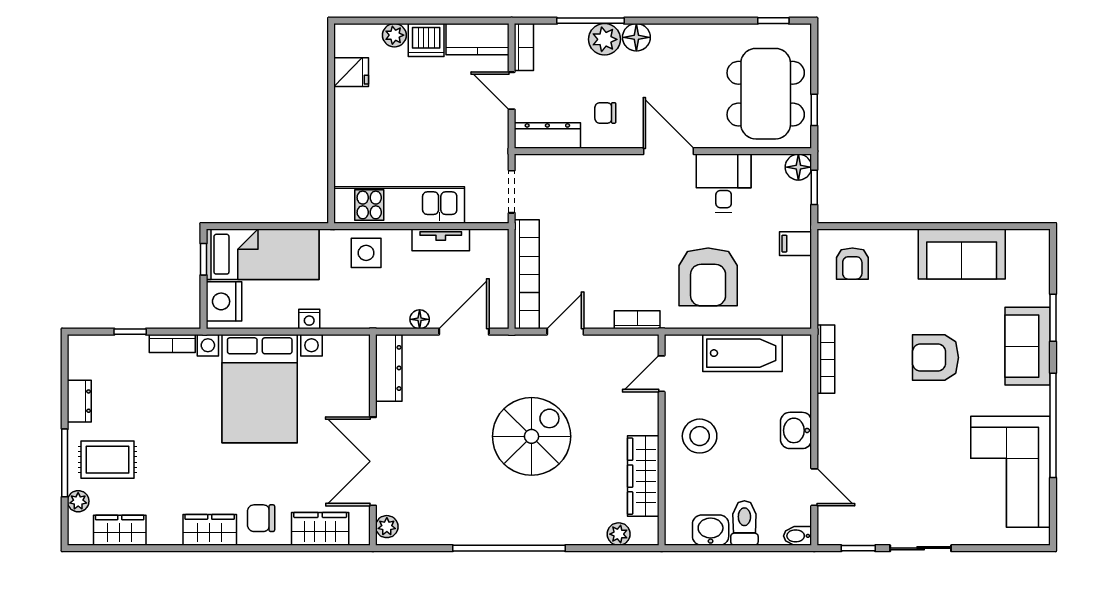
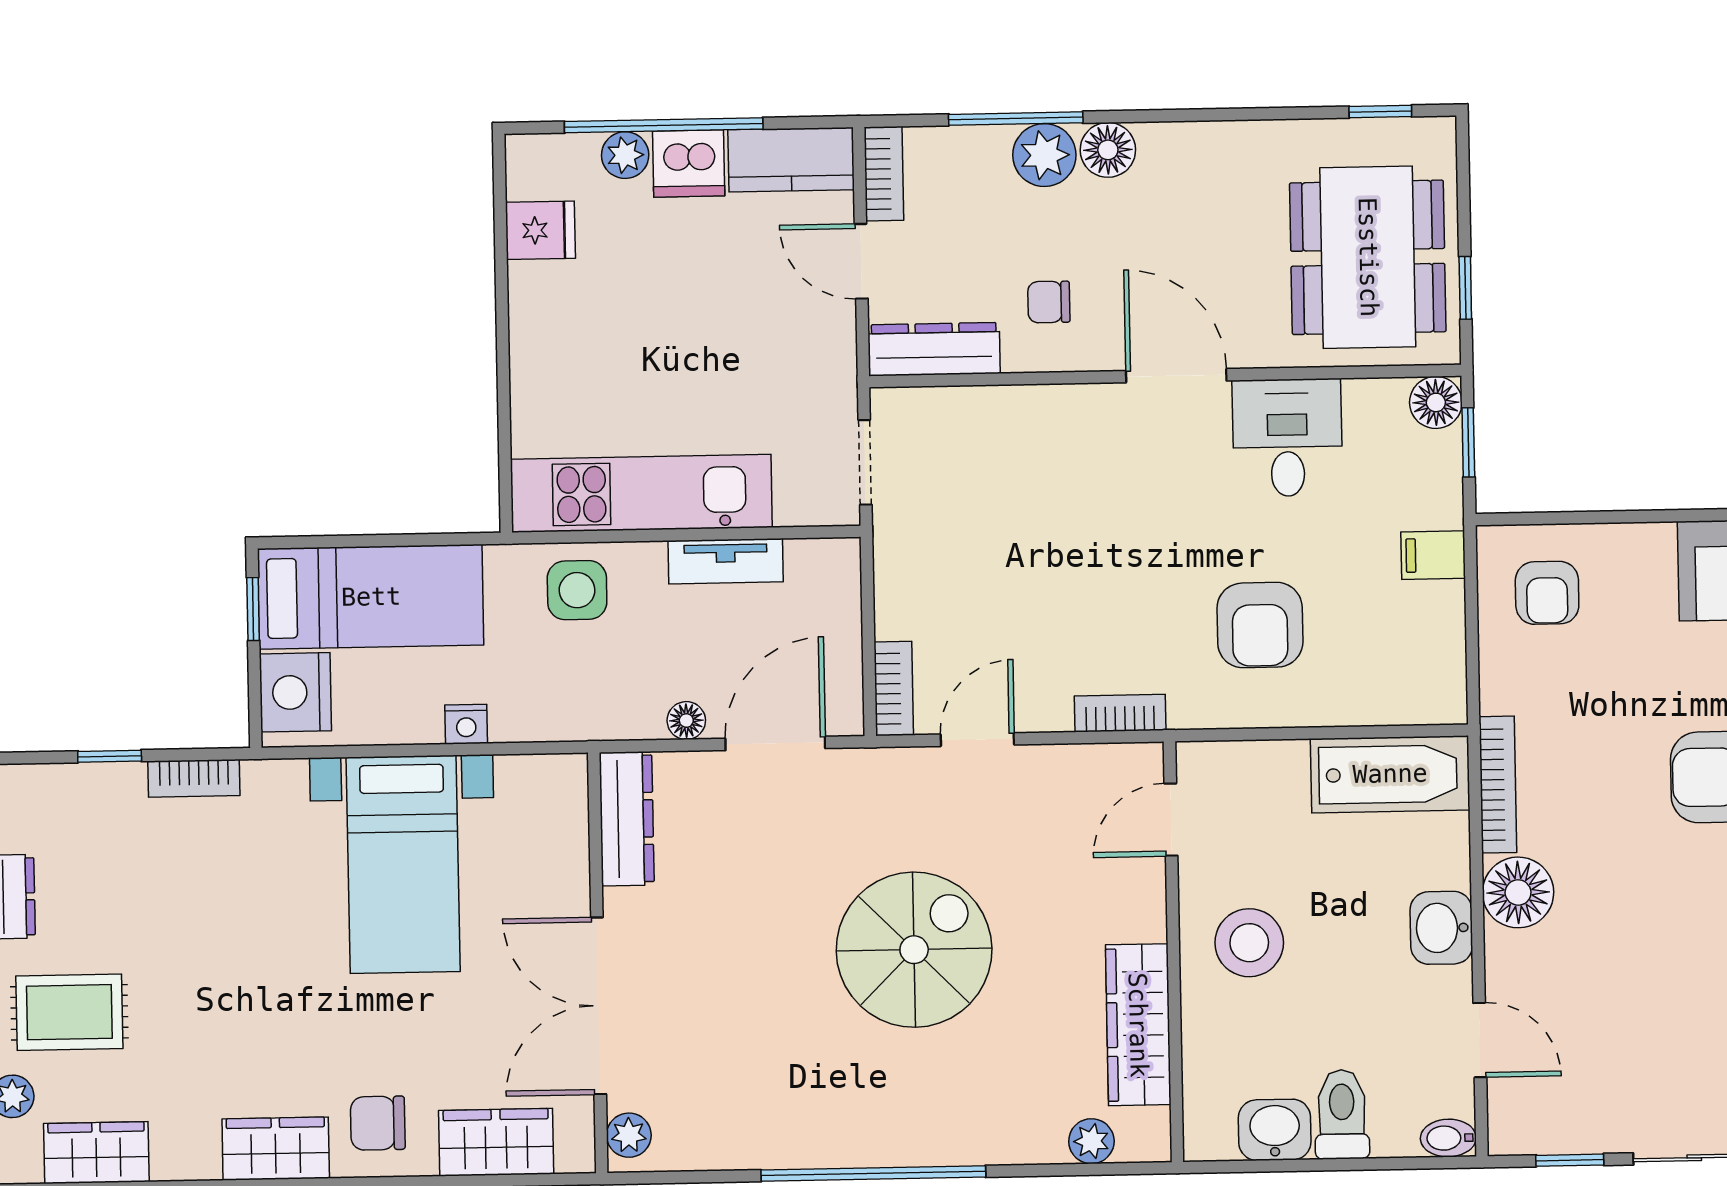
window: (414, 21) -> (664, 125), added
bookcase: (527, 274) -> (894, 688), width x0.43, depth x0.76
armchair: (708, 277) -> (1260, 625), width x0.73, depth x0.73
bathtub: (742, 353) -> (1390, 774), moved
bed with nightstands: (260, 389) -> (403, 864), width x0.73
floor lamp: (835, 413) -> (1518, 892), added

